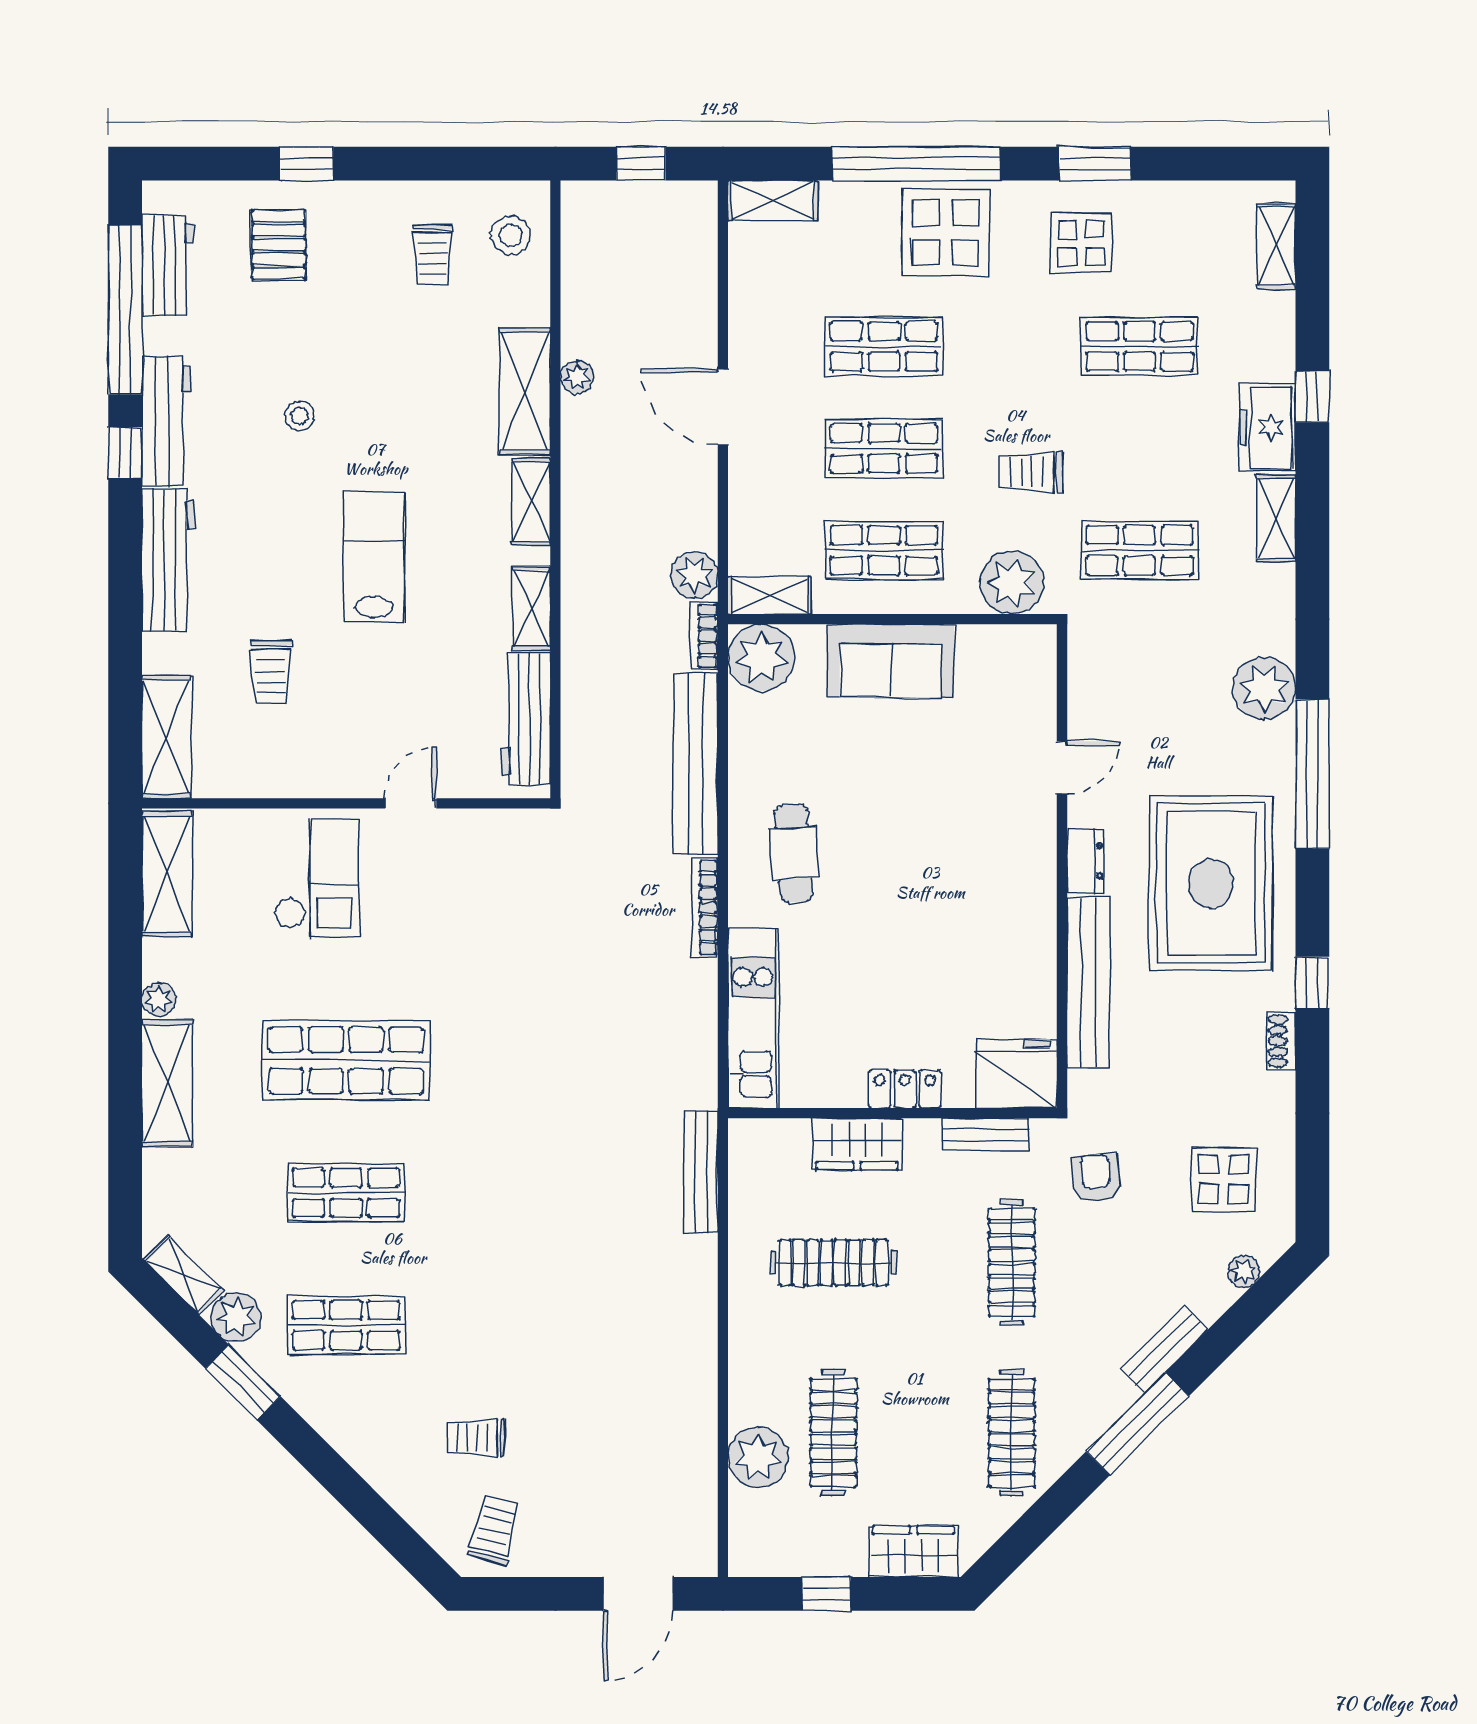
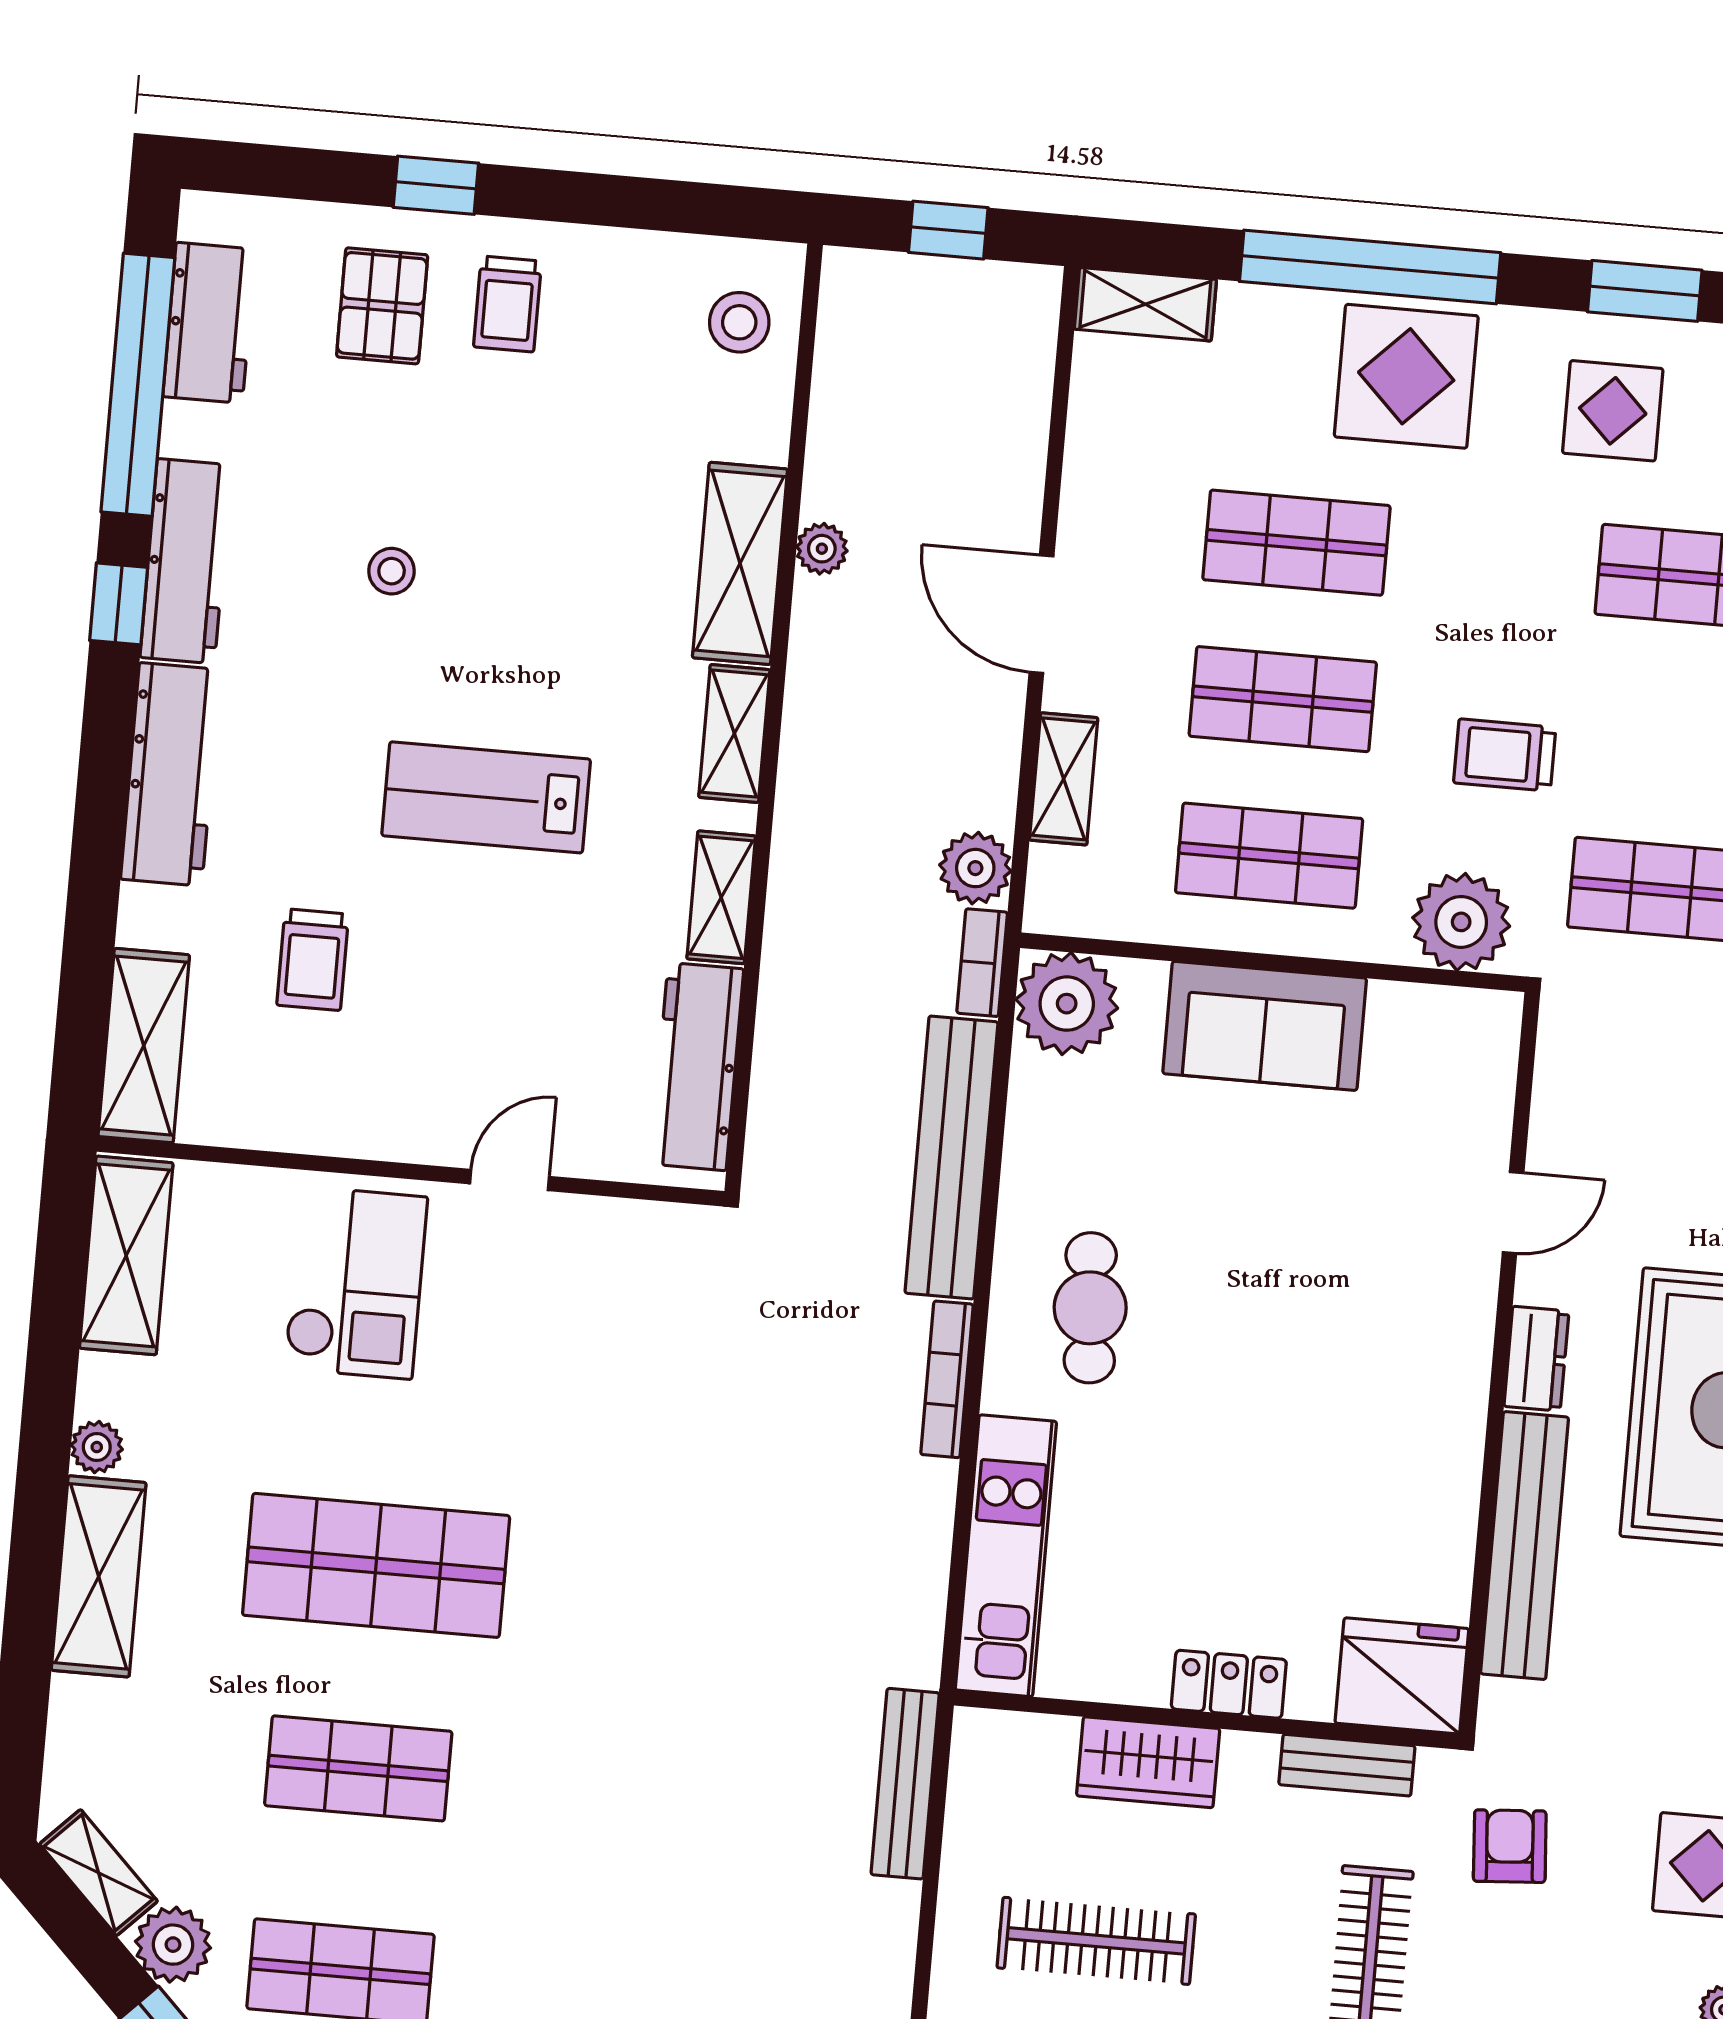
trolley: (433, 254) -> (508, 304), moved
lab bench: (374, 557) -> (486, 797), turned -90
shelving: (769, 595) -> (1064, 779), moved, turned 90

